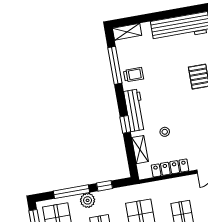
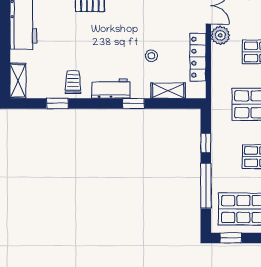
window: (115, 65) -> (57, 103), width x0.46
workbench: (135, 110) -> (111, 89), width x0.73
plant: (88, 200) -> (220, 35), moved

